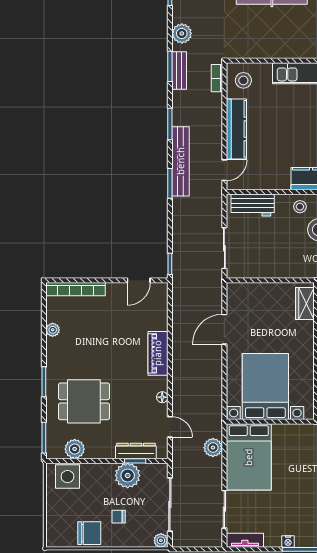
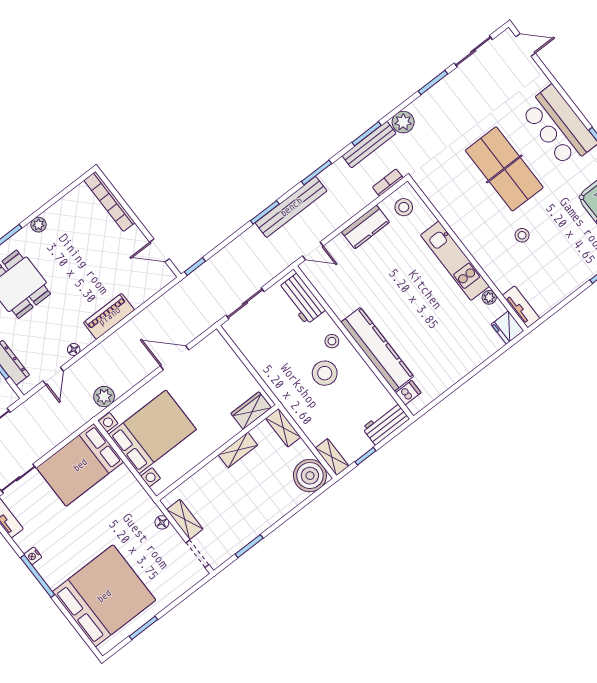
bench: (179, 70) -> (369, 145), width x1.36
kitchen counter: (236, 129) -> (366, 227), width x0.67
plant: (53, 330) -> (39, 225), moved
plant: (213, 448) -> (104, 397), moved

